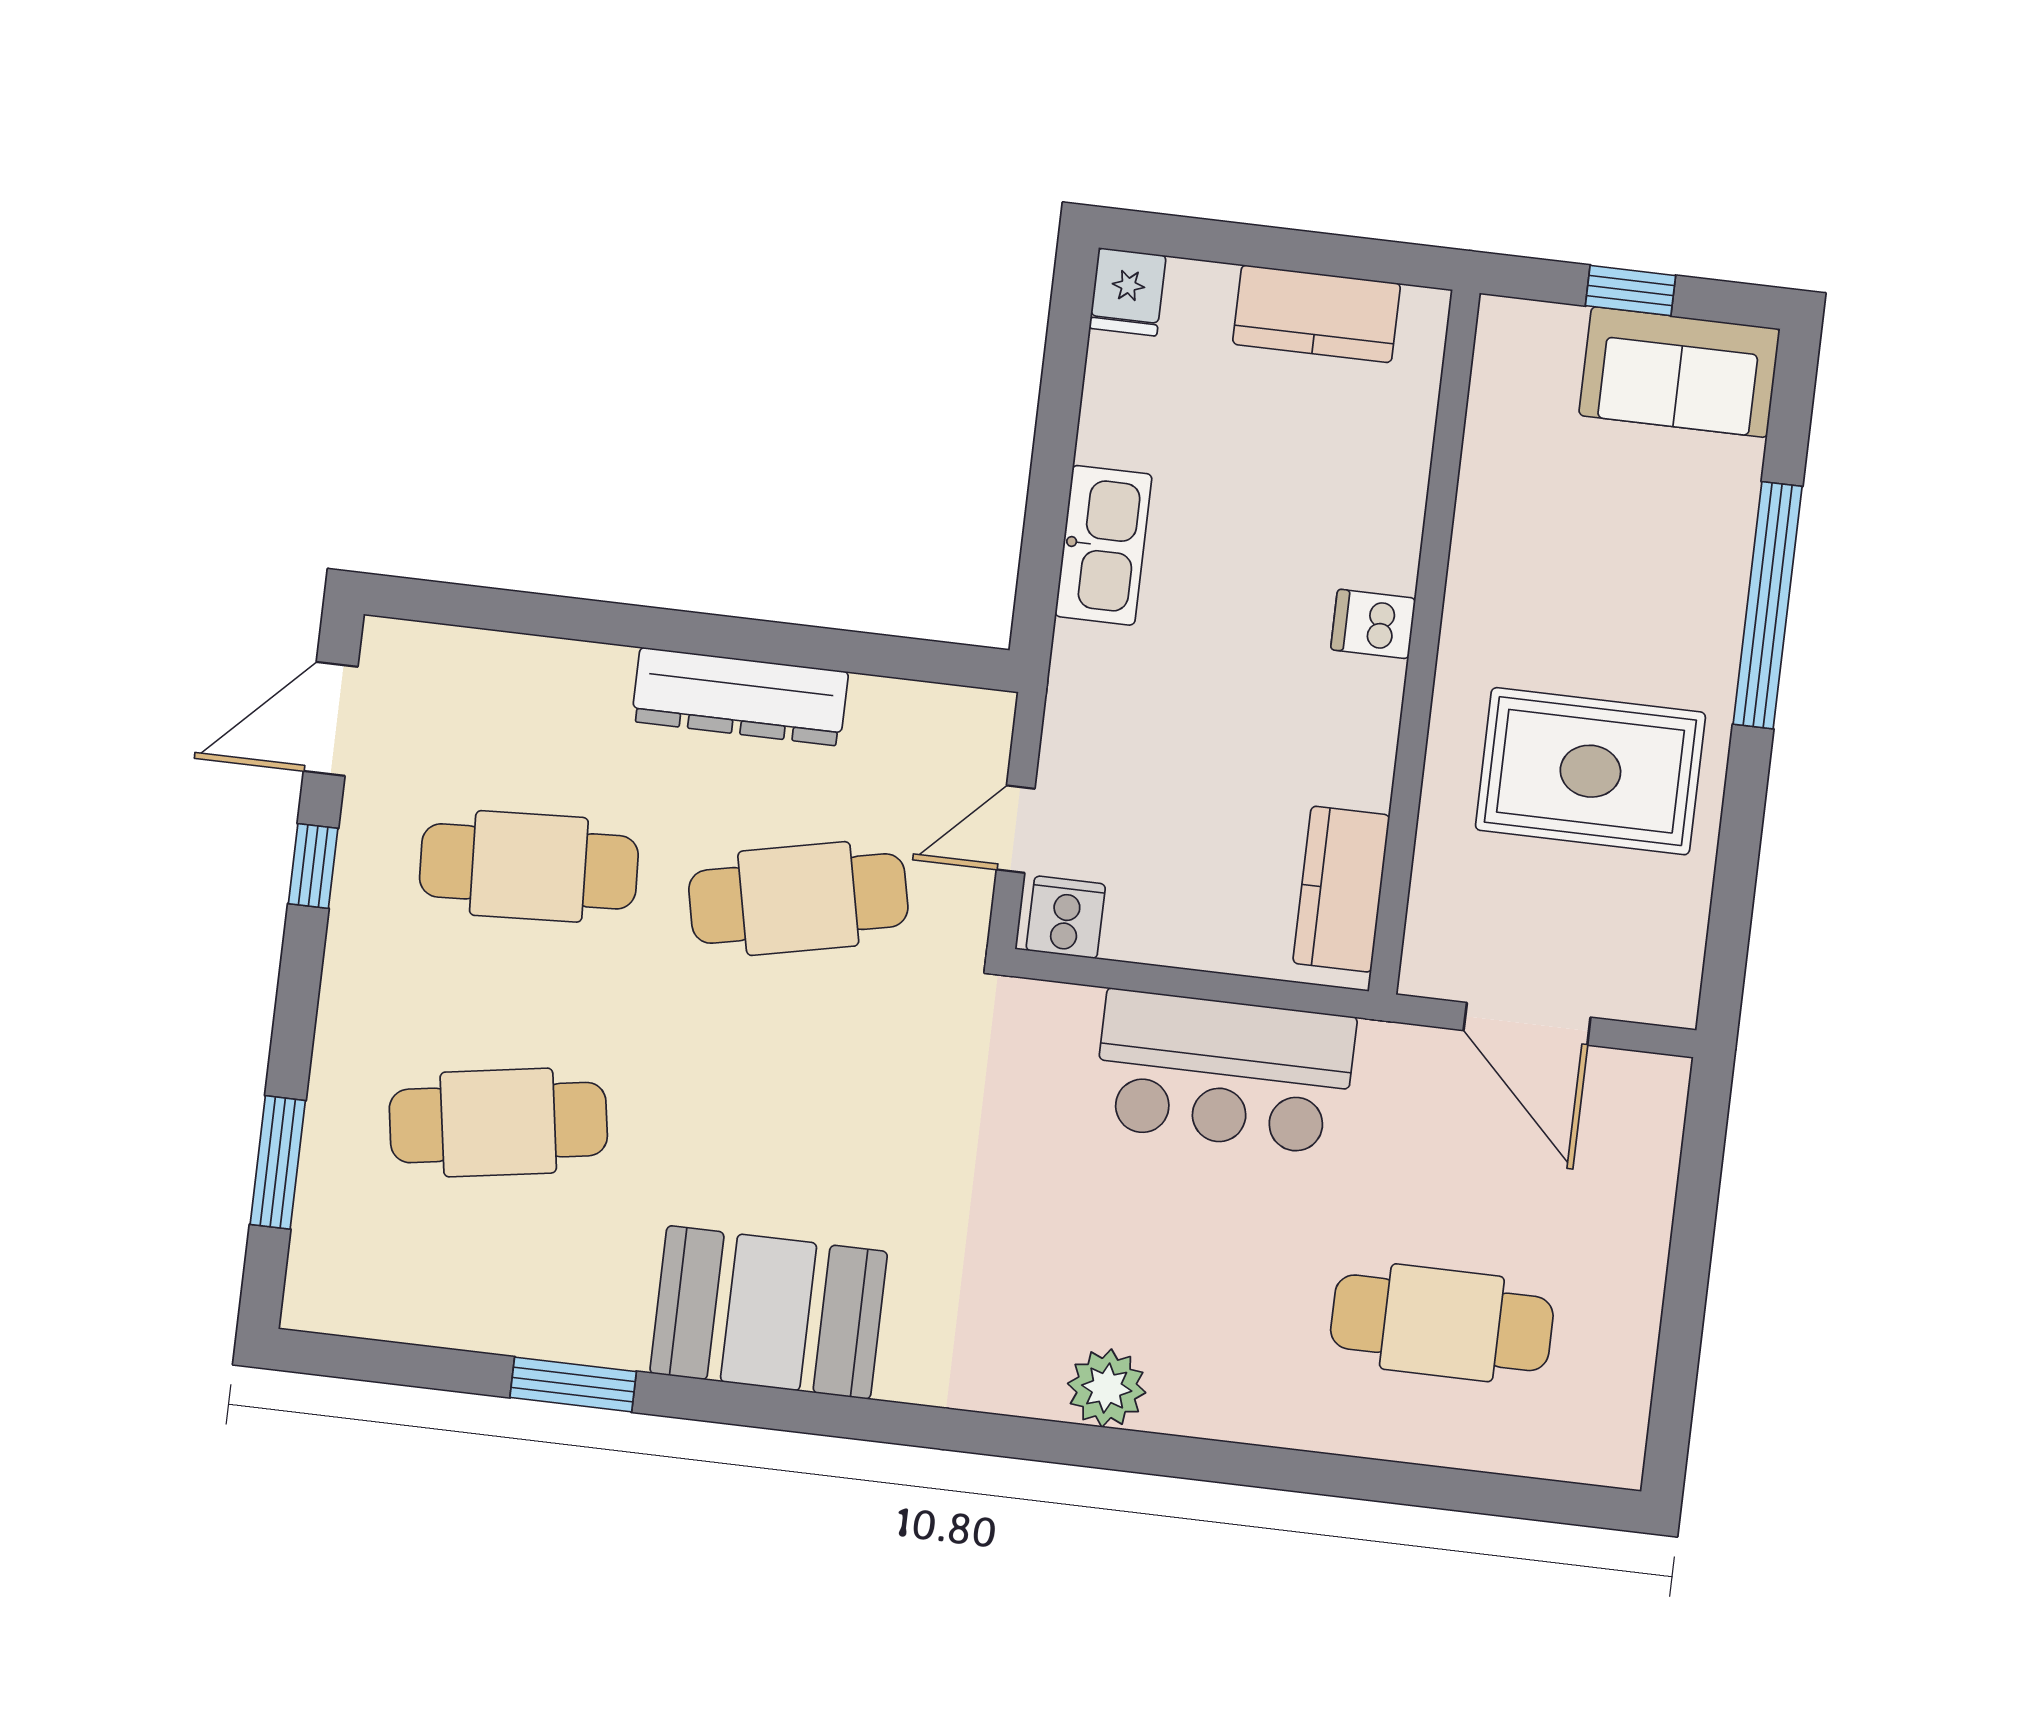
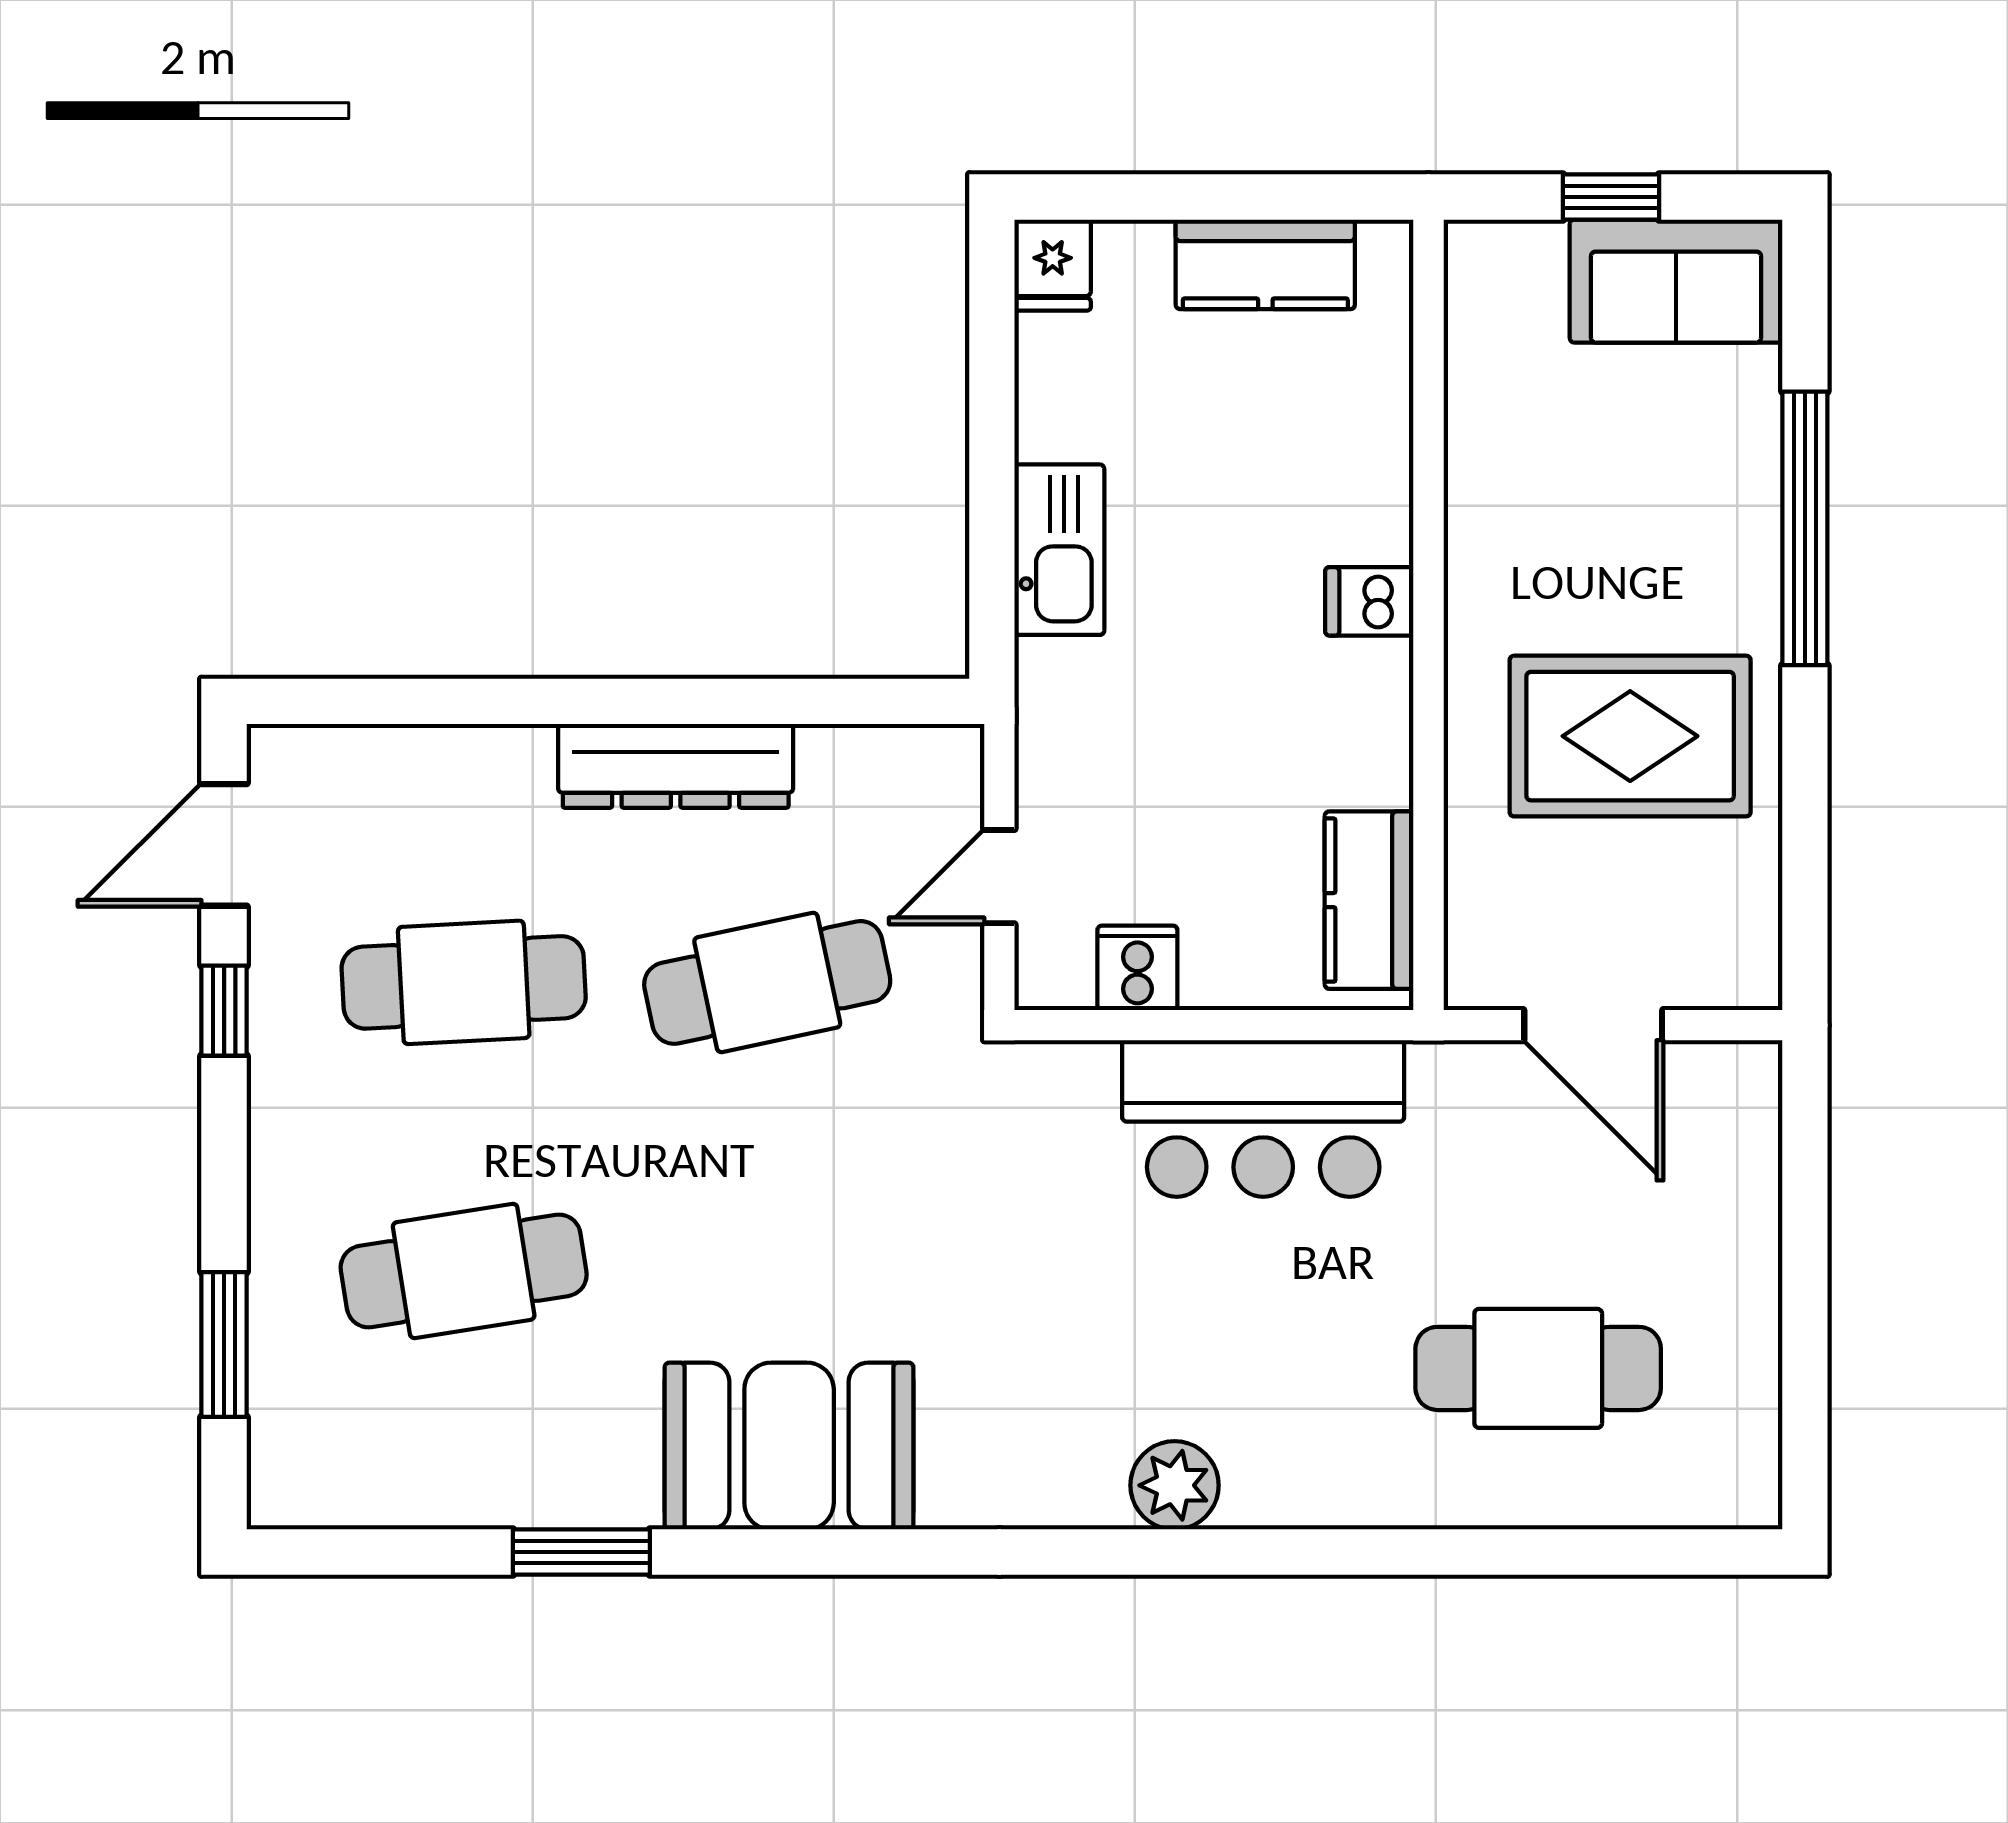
cooker: (1066, 917) -> (1137, 968), moved

